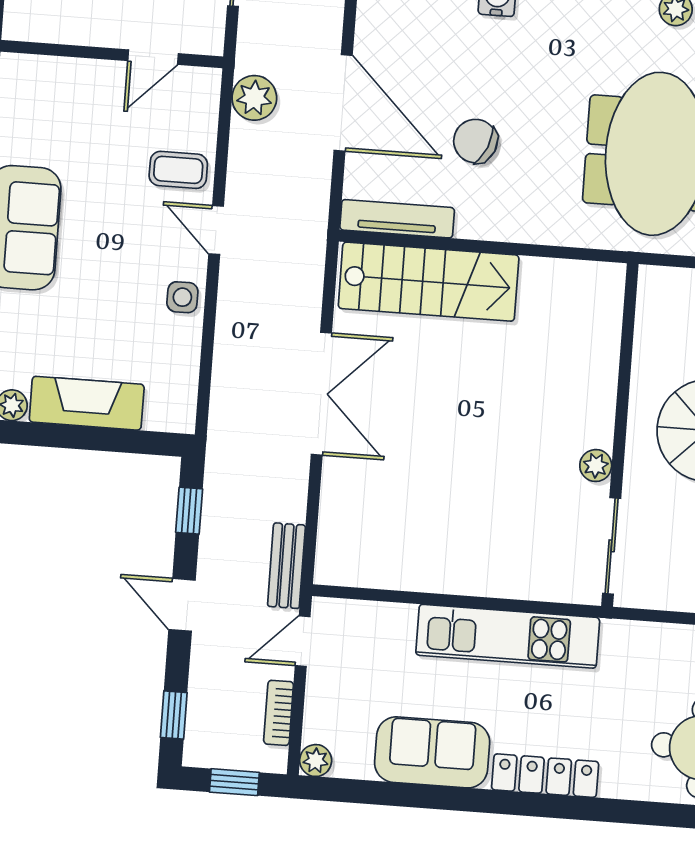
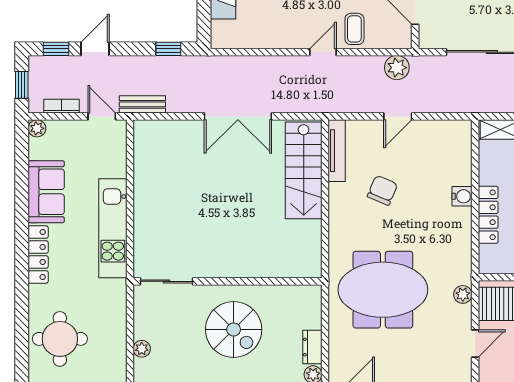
door: (343, 103) -> (398, 116), width x0.53
side table: (182, 297) -> (285, 36), removed
plant: (596, 466) -> (210, 269), removed
door: (182, 605) -> (95, 49), moved

